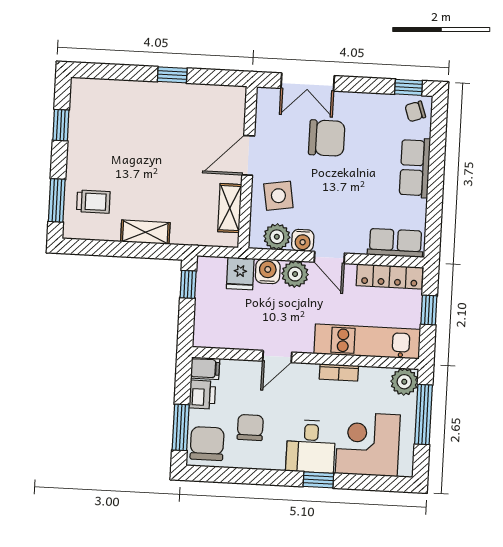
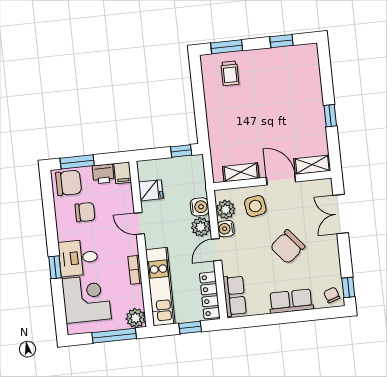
chair: (327, 138) -> (288, 247), moved, turned 50
shelving: (145, 232) -> (312, 165), moved, turned 90
fridge: (240, 273) -> (151, 190), moved, turned 180

